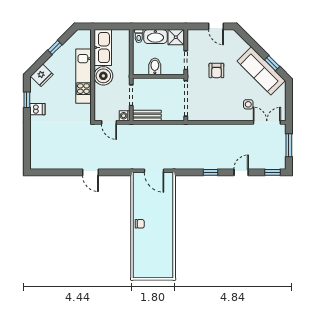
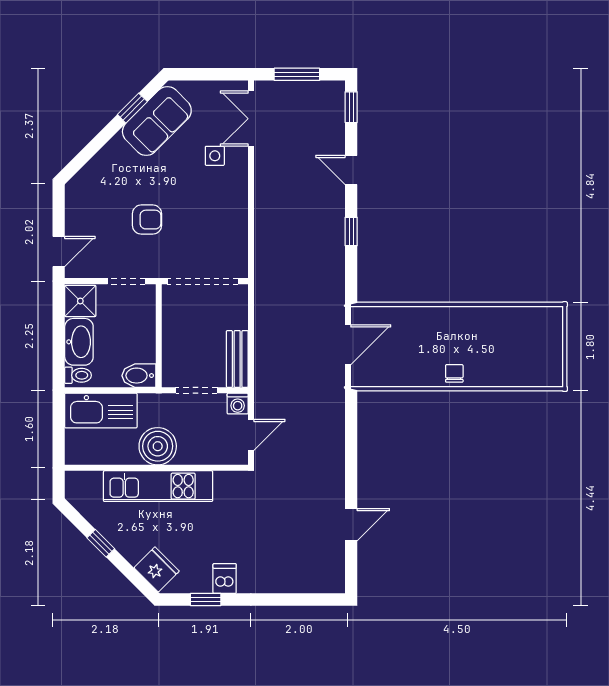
door: (216, 26) -> (59, 252), moved
kitchen sink: (103, 48) -> (101, 410), moved, turned 180
bidet: (155, 66) -> (139, 376), moved
sofa: (261, 71) -> (157, 121), width x0.73
door: (90, 172) -> (351, 525), moved

